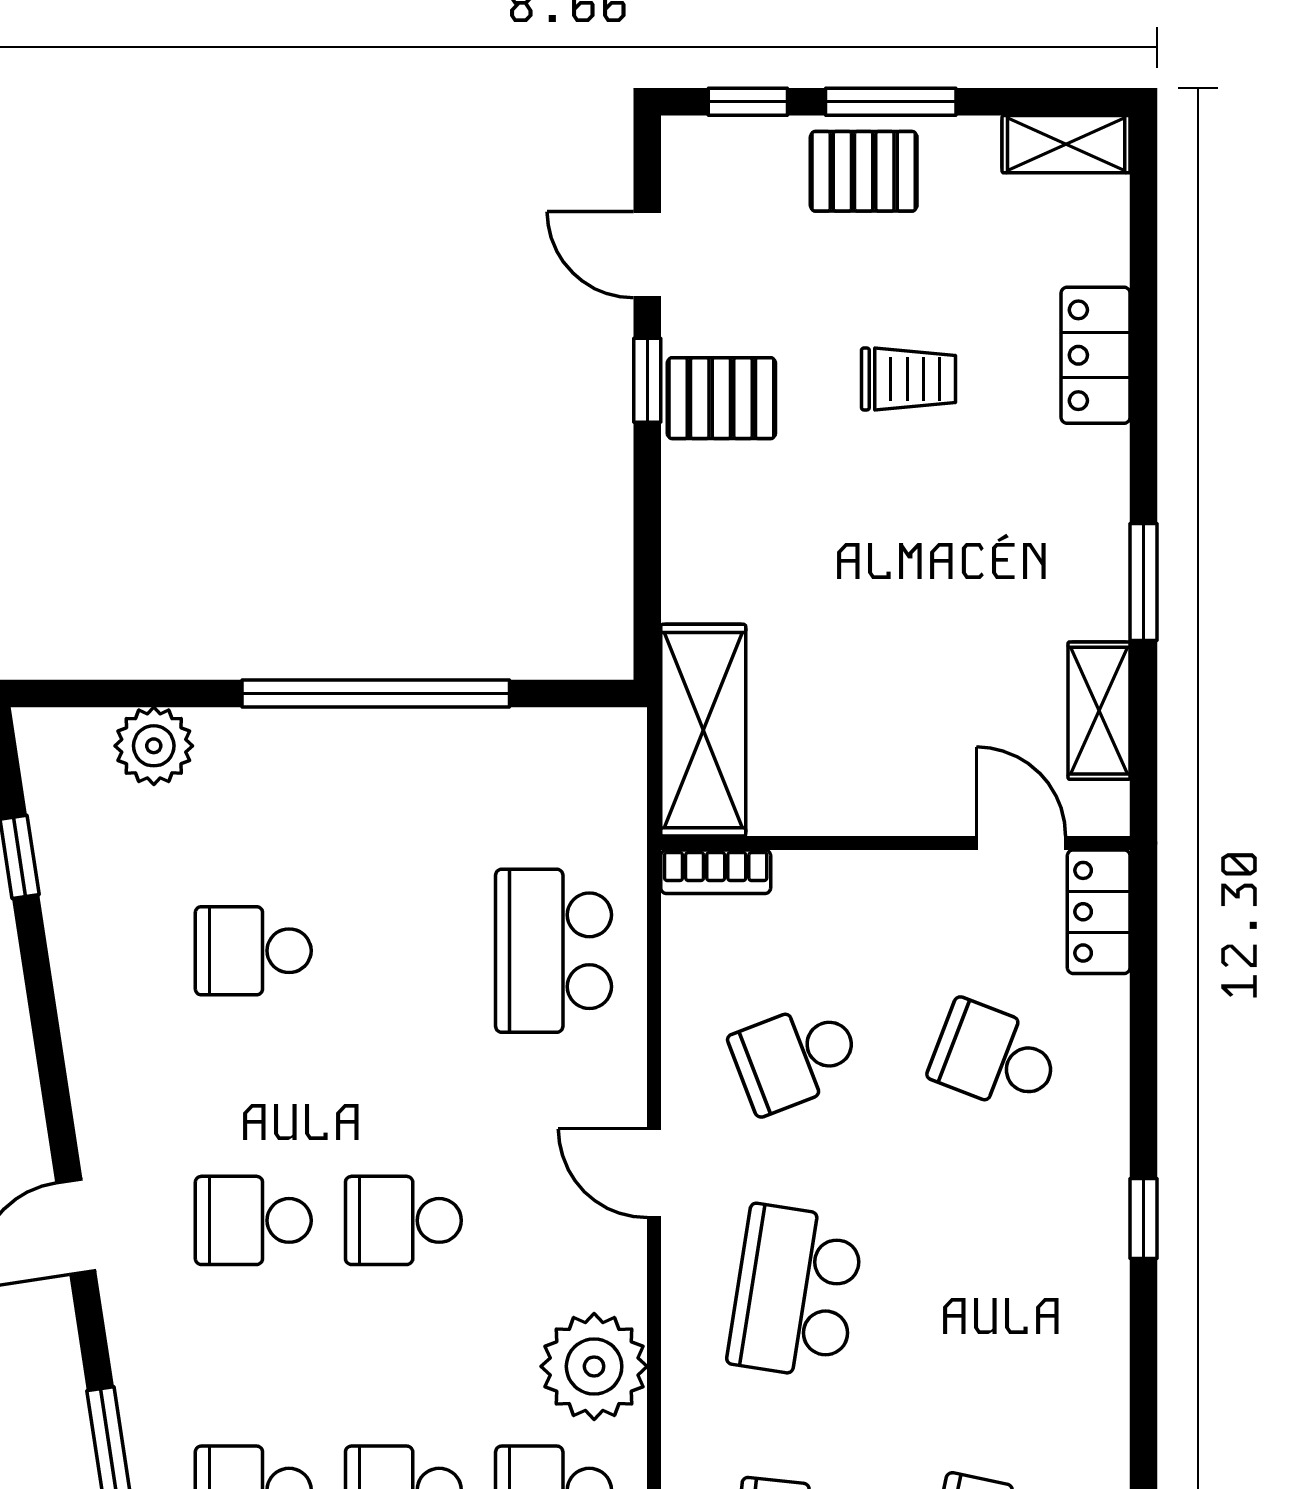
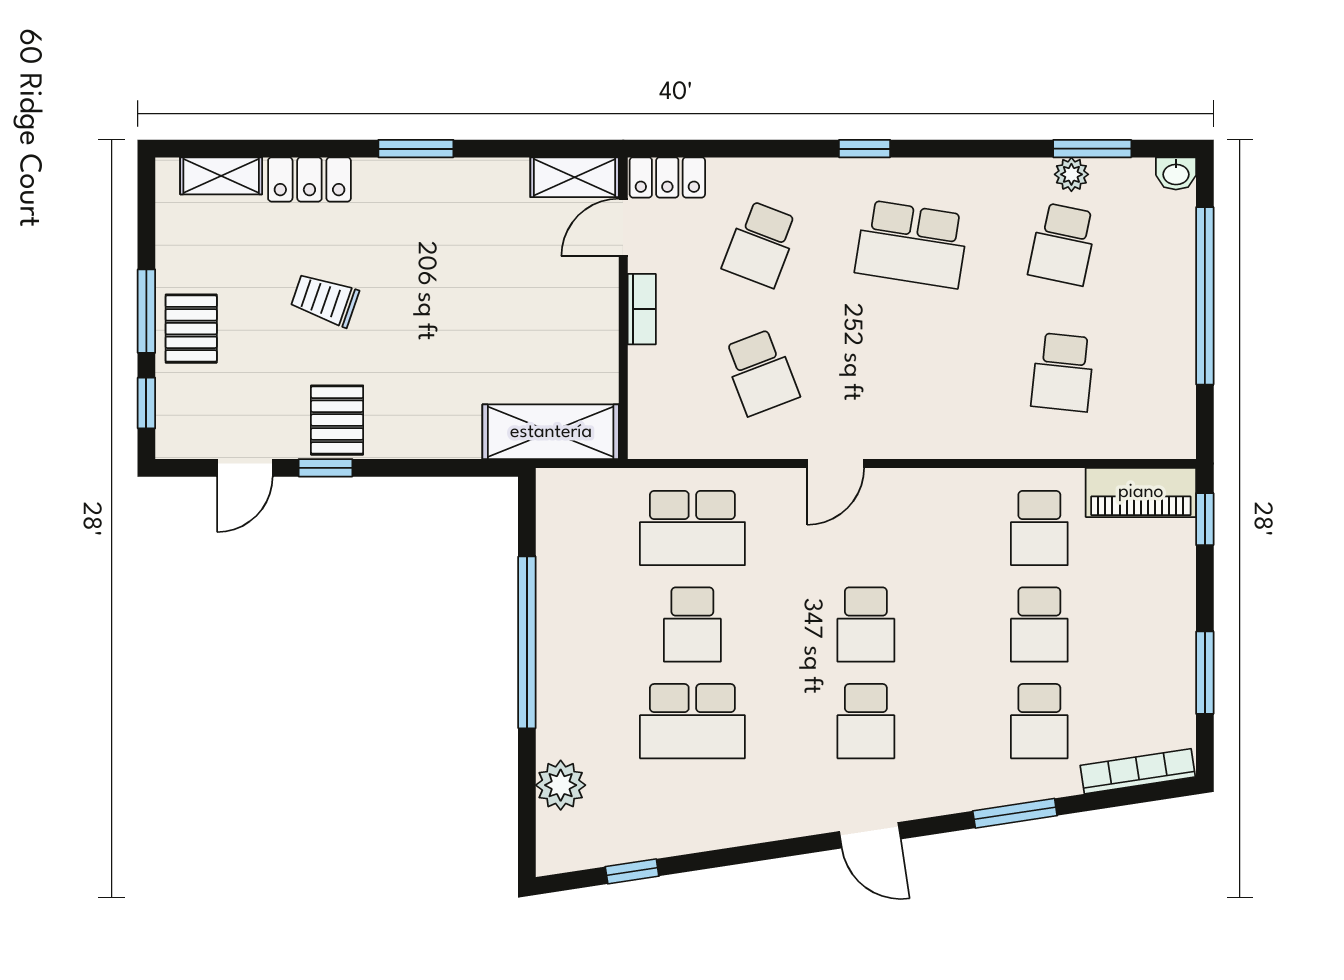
shelving: (1066, 144) -> (221, 176), moved, turned 90
trolley: (909, 379) -> (325, 300), turned -71
window: (1144, 582) -> (416, 149), moved
shelving: (1099, 711) -> (575, 177), moved
bookcase: (716, 872) -> (642, 309), moved
school desk: (253, 951) -> (692, 721), width x1.85
school desk: (403, 951) -> (692, 625), added
school desk: (796, 1292) -> (912, 244), moved
plant: (594, 1366) -> (960, 502), removed

